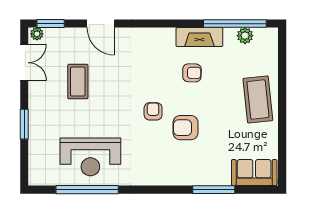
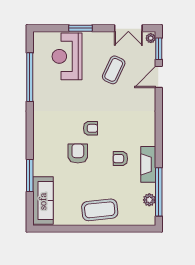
door: (101, 24) -> (159, 77), moved
armchair: (192, 73) -> (120, 159), turned 89
coffee table: (78, 82) -> (114, 70), turned -65
reception desk: (90, 157) -> (67, 56), moved
sofa: (254, 173) -> (43, 201), width x1.36

